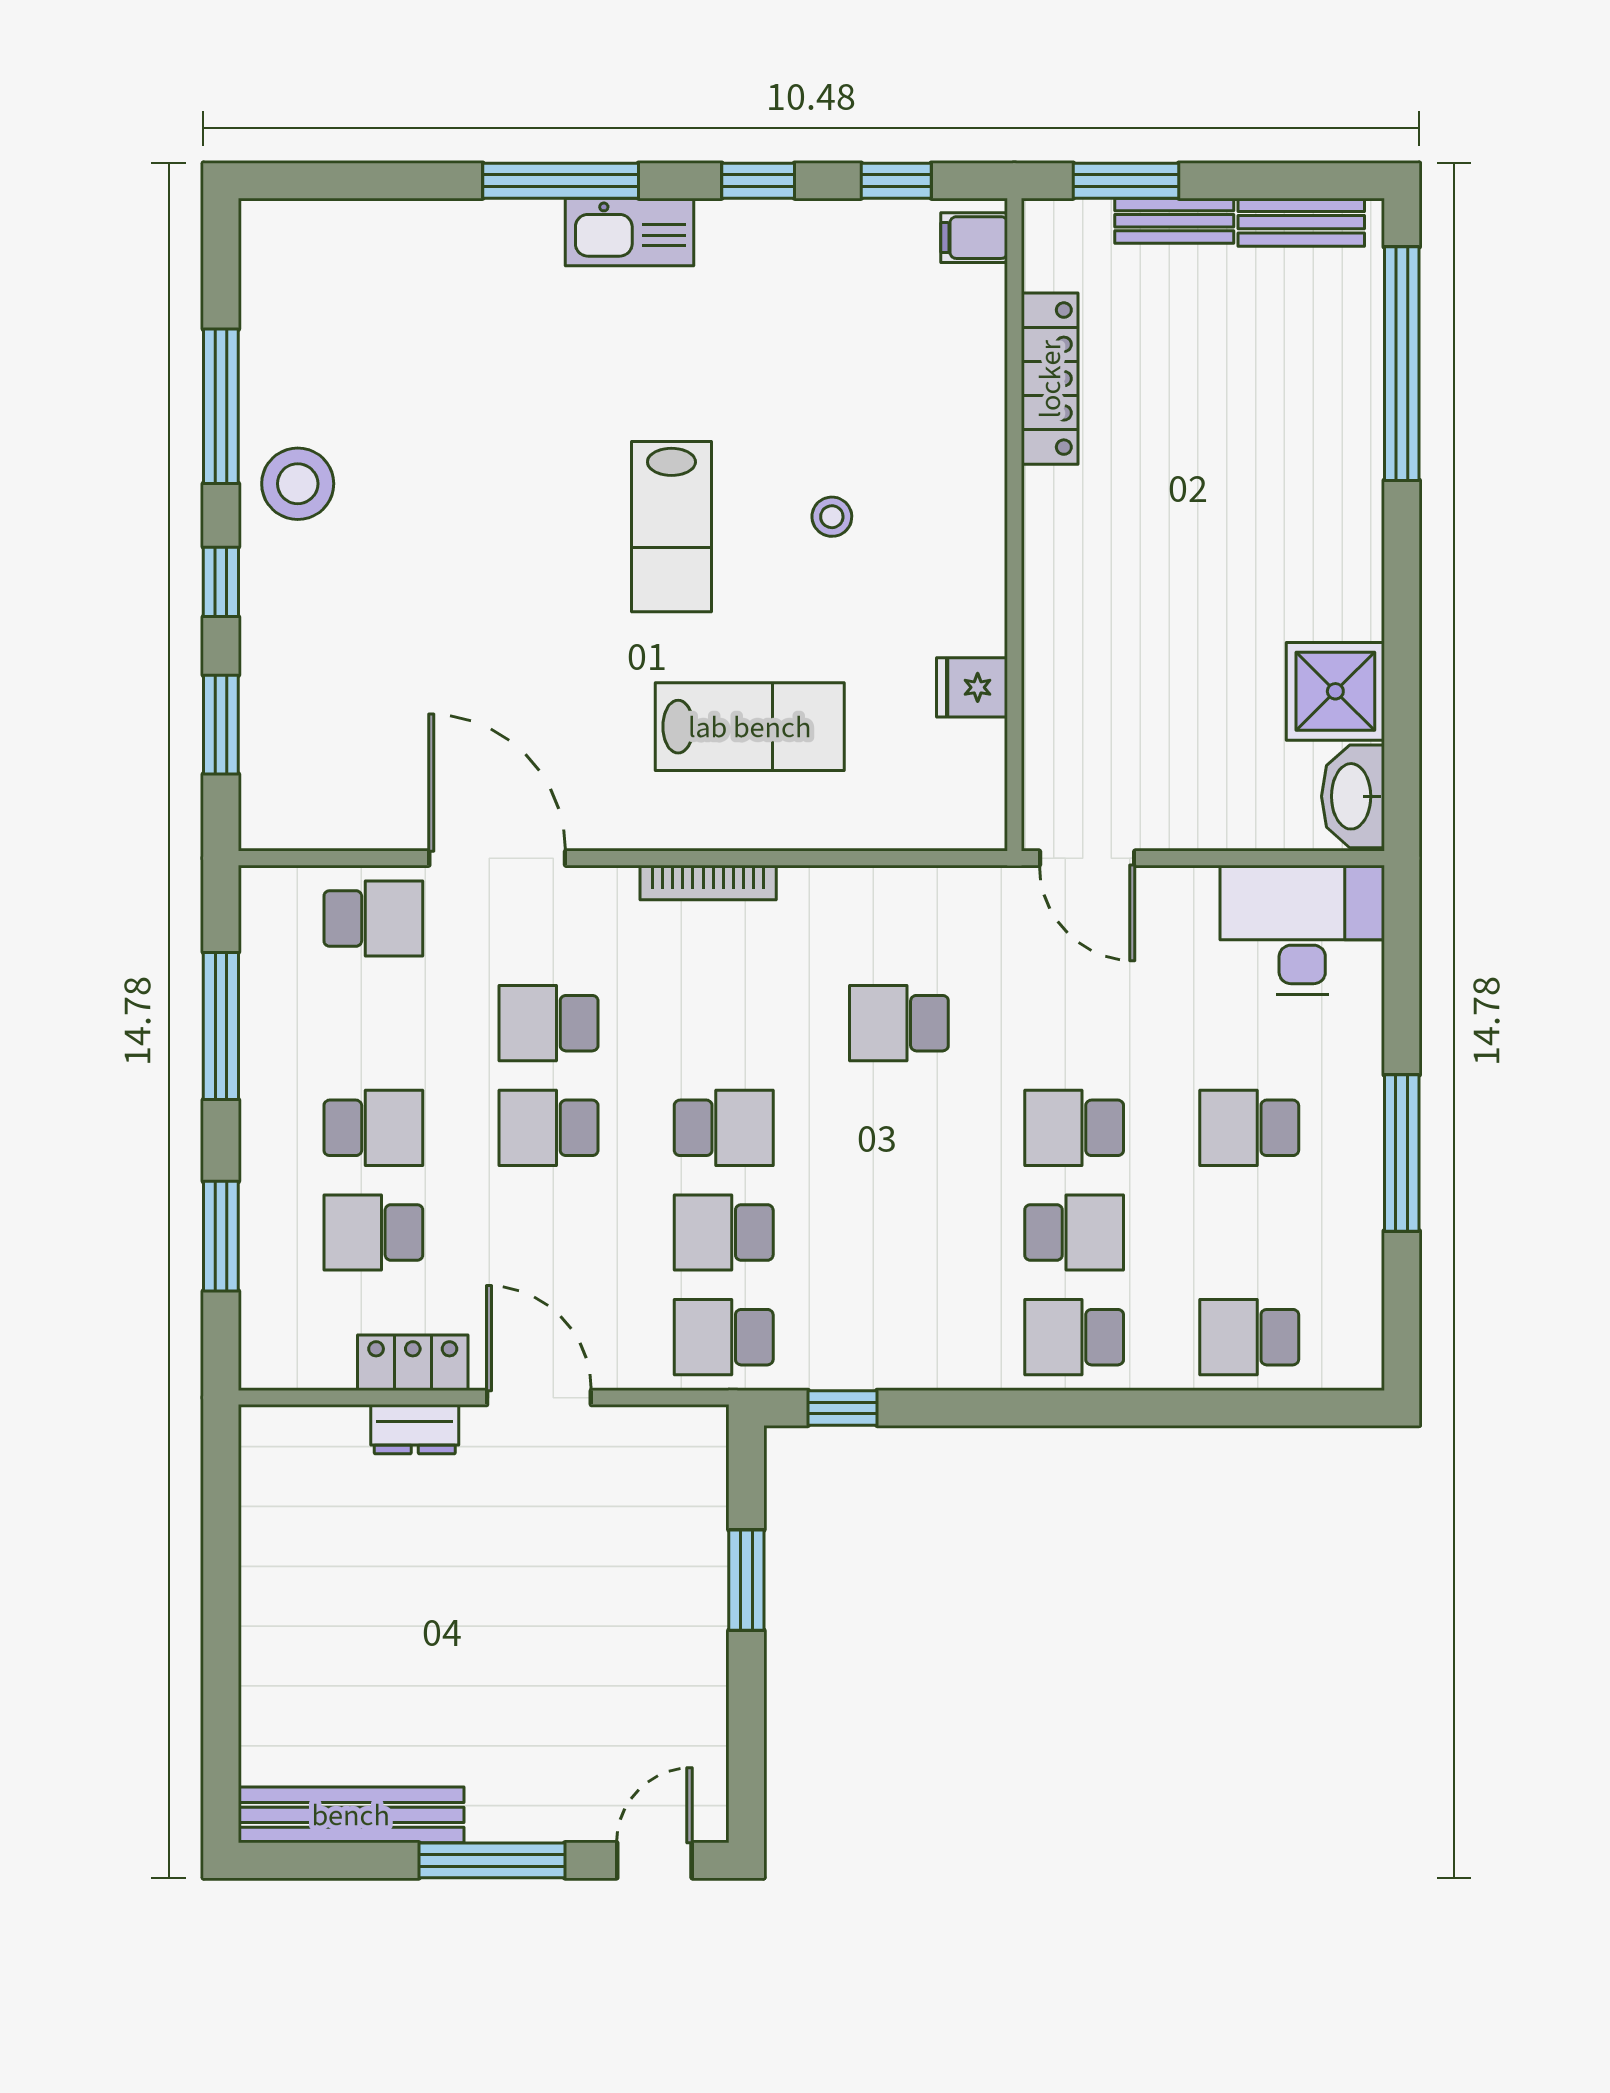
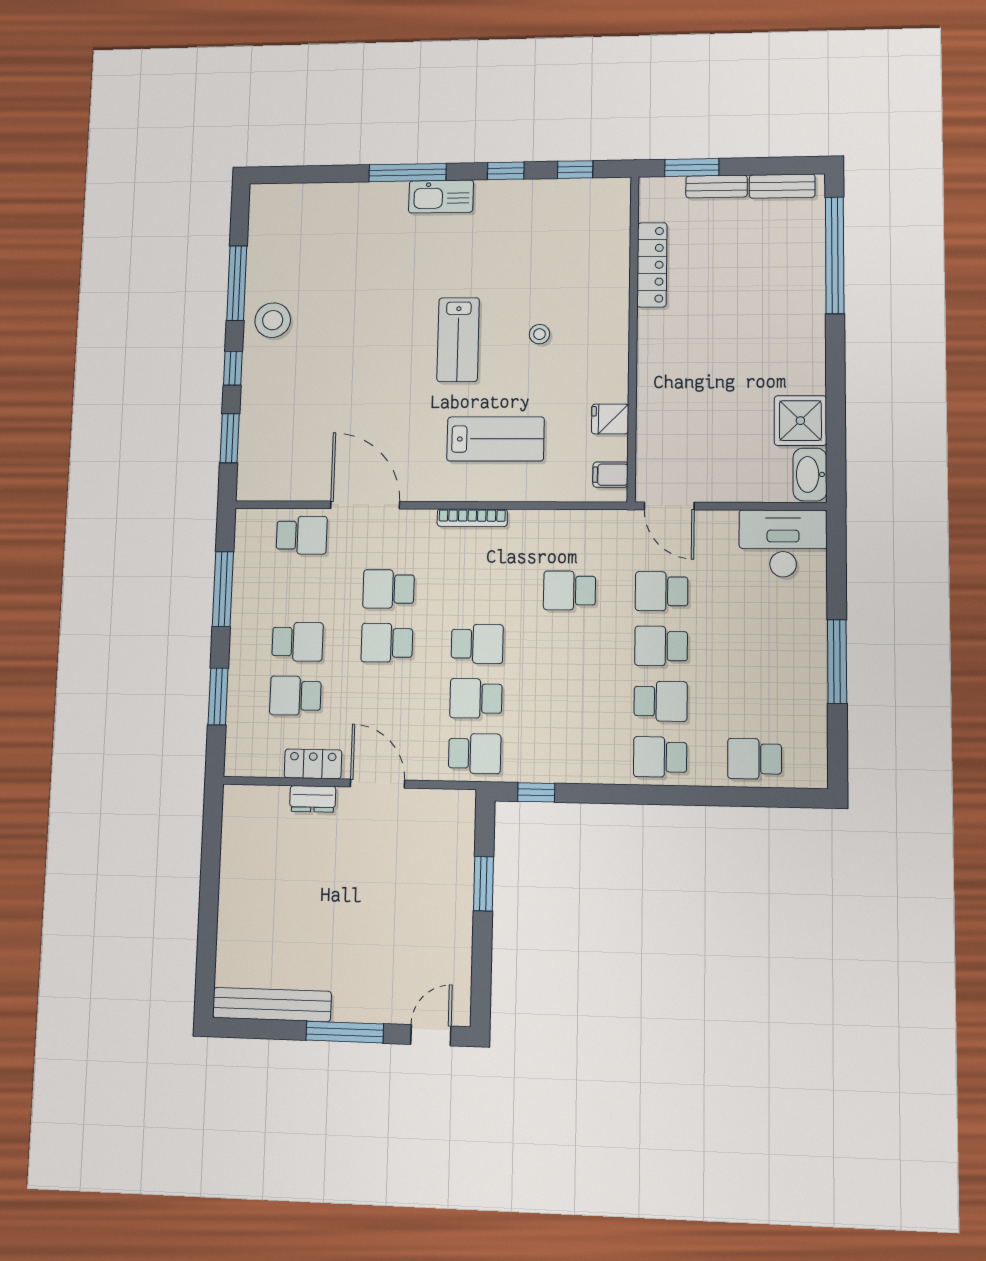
filing cabinet: (974, 238) -> (610, 475), moved
school desk: (1249, 1128) -> (662, 591), moved
school desk: (724, 1337) -> (475, 754), turned 180

